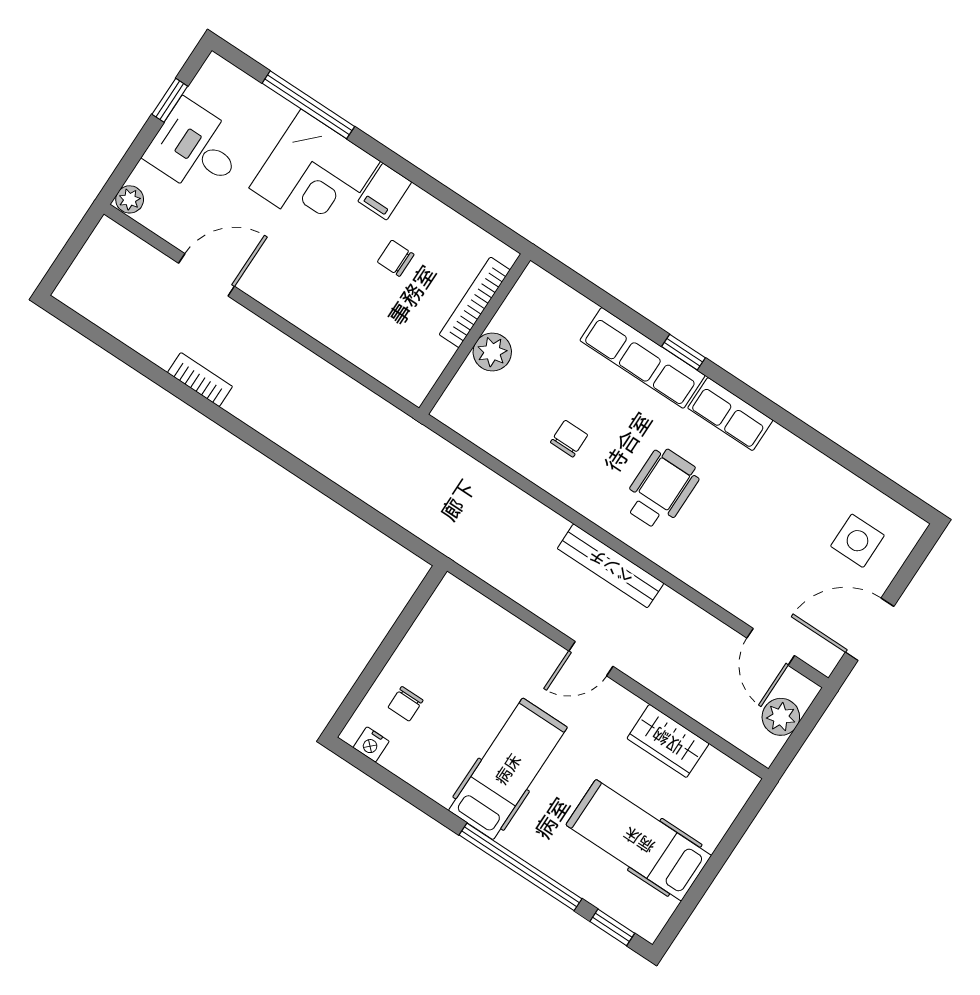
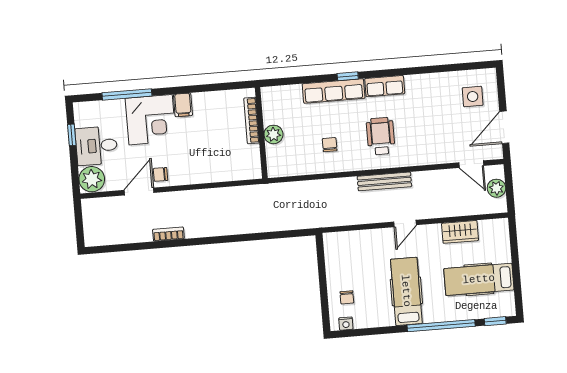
plant: (130, 199) -> (92, 179), width x1.88, depth x1.88
chair: (396, 258) -> (160, 174), moved

